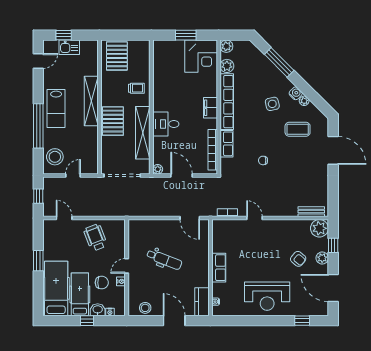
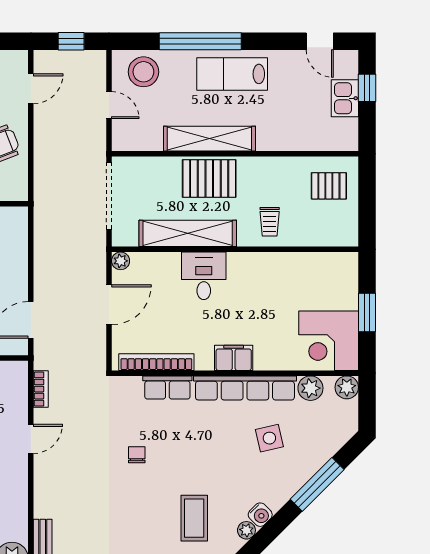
pallet: (117, 56) -> (329, 186), width x0.67, depth x0.71
shelving: (91, 101) -> (209, 139), moved
side table: (272, 104) -> (269, 438), moved

